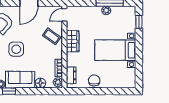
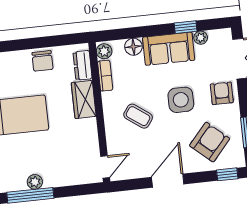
coffee table: (52, 36) -> (138, 116), moved
wardrobe: (73, 41) -> (84, 99), moved

